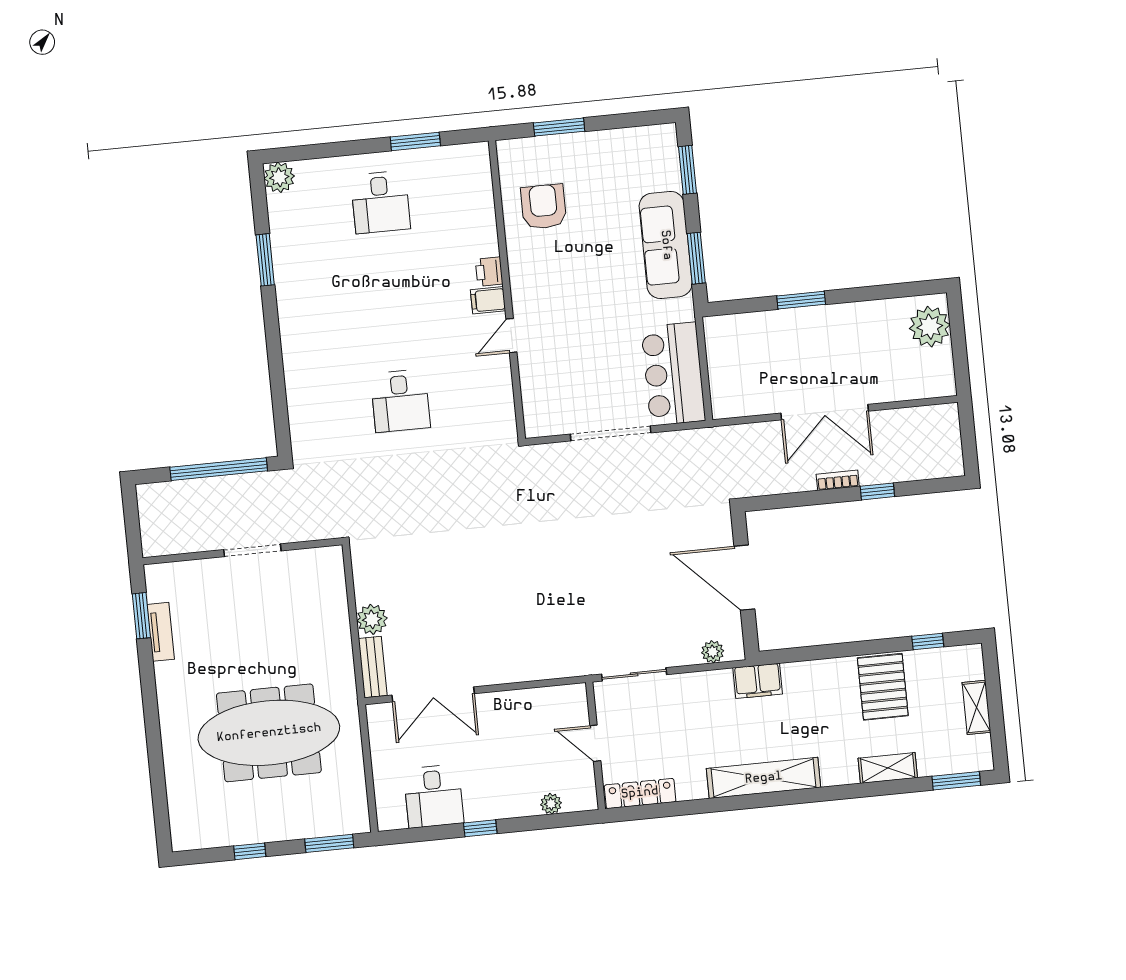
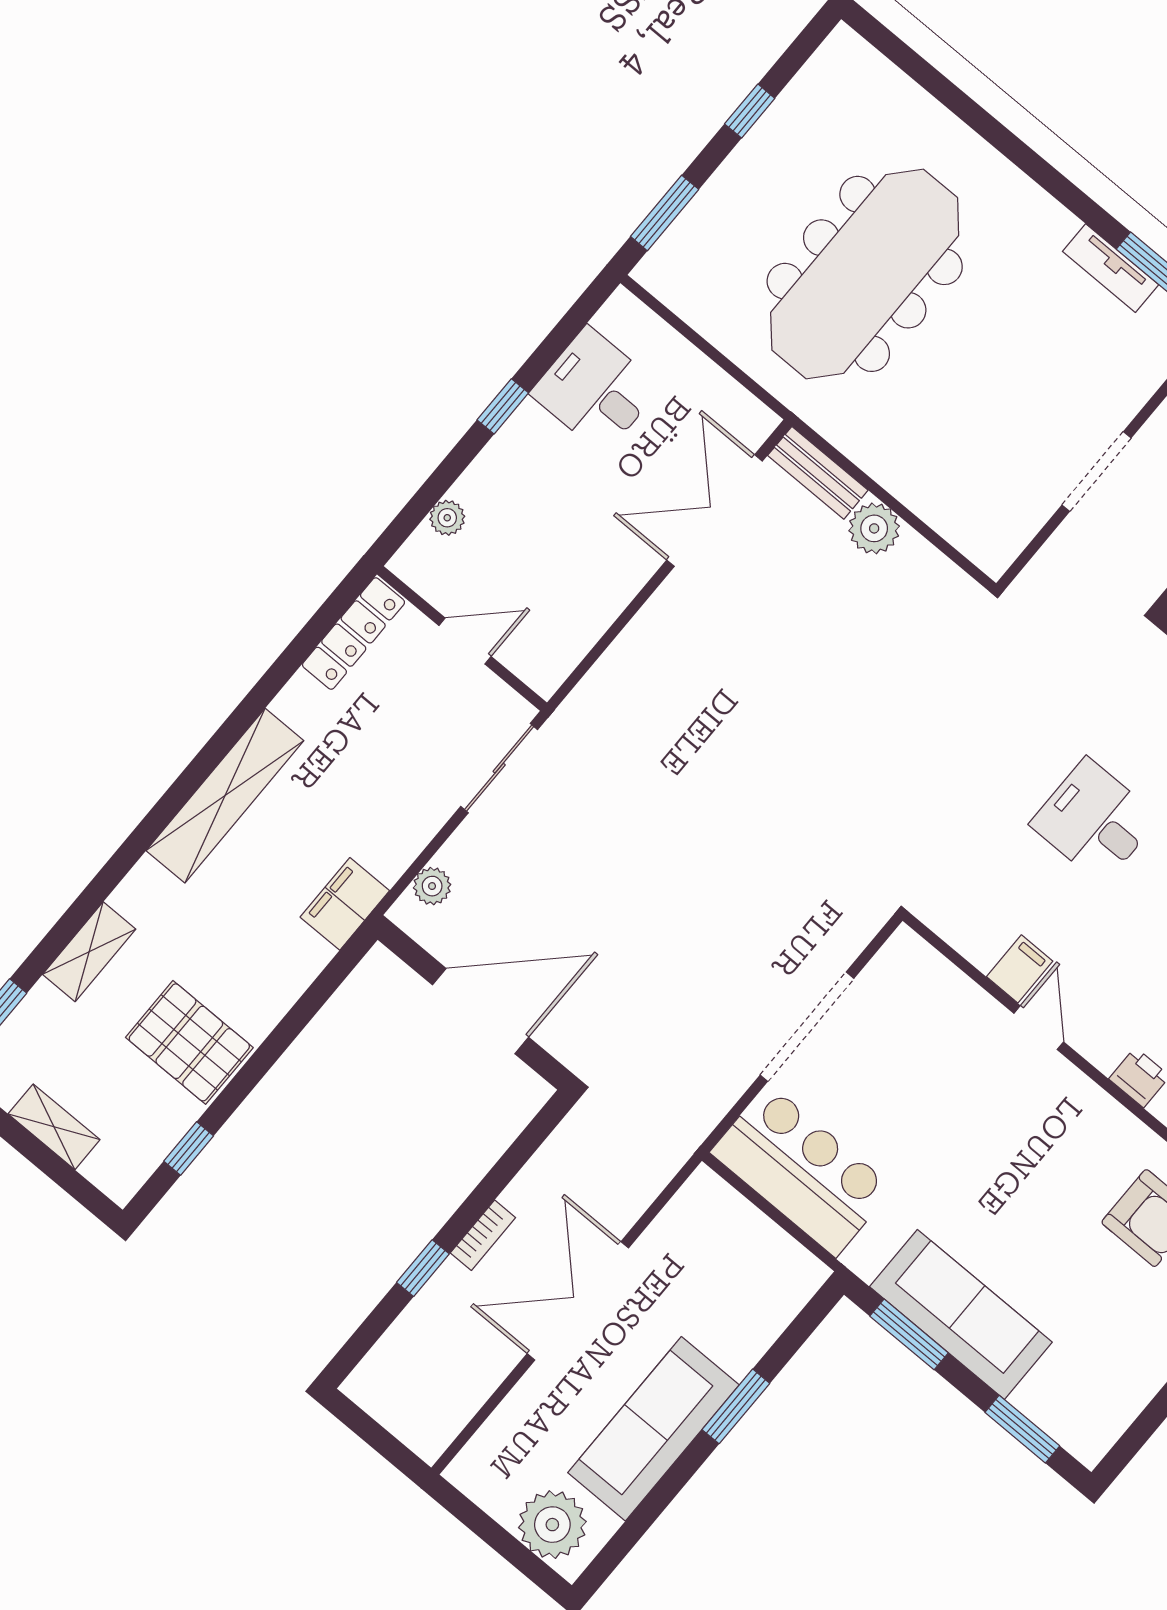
filing cabinet: (488, 300) -> (1020, 969), moved
sofa: (846, 325) -> (653, 1429), added

